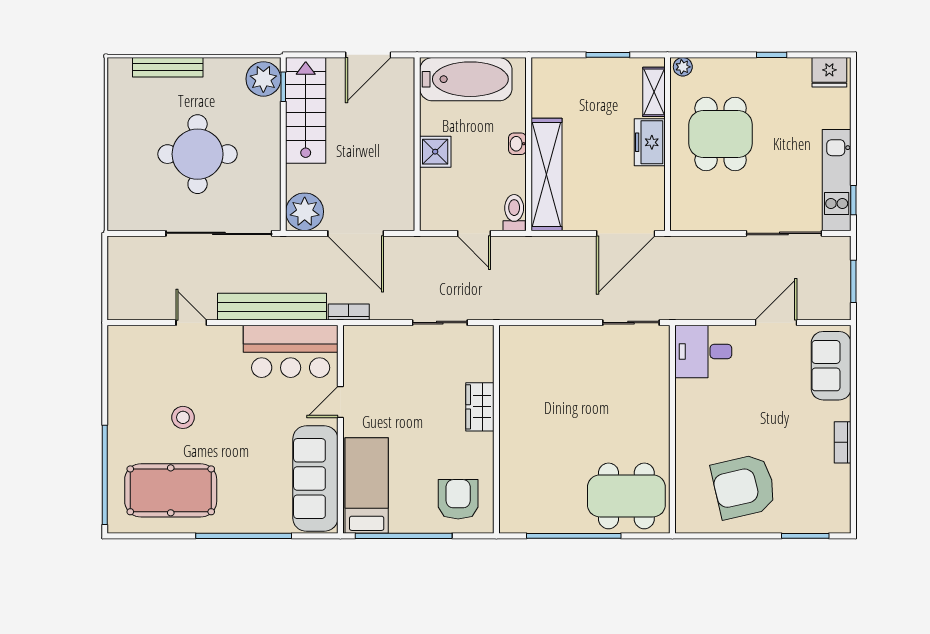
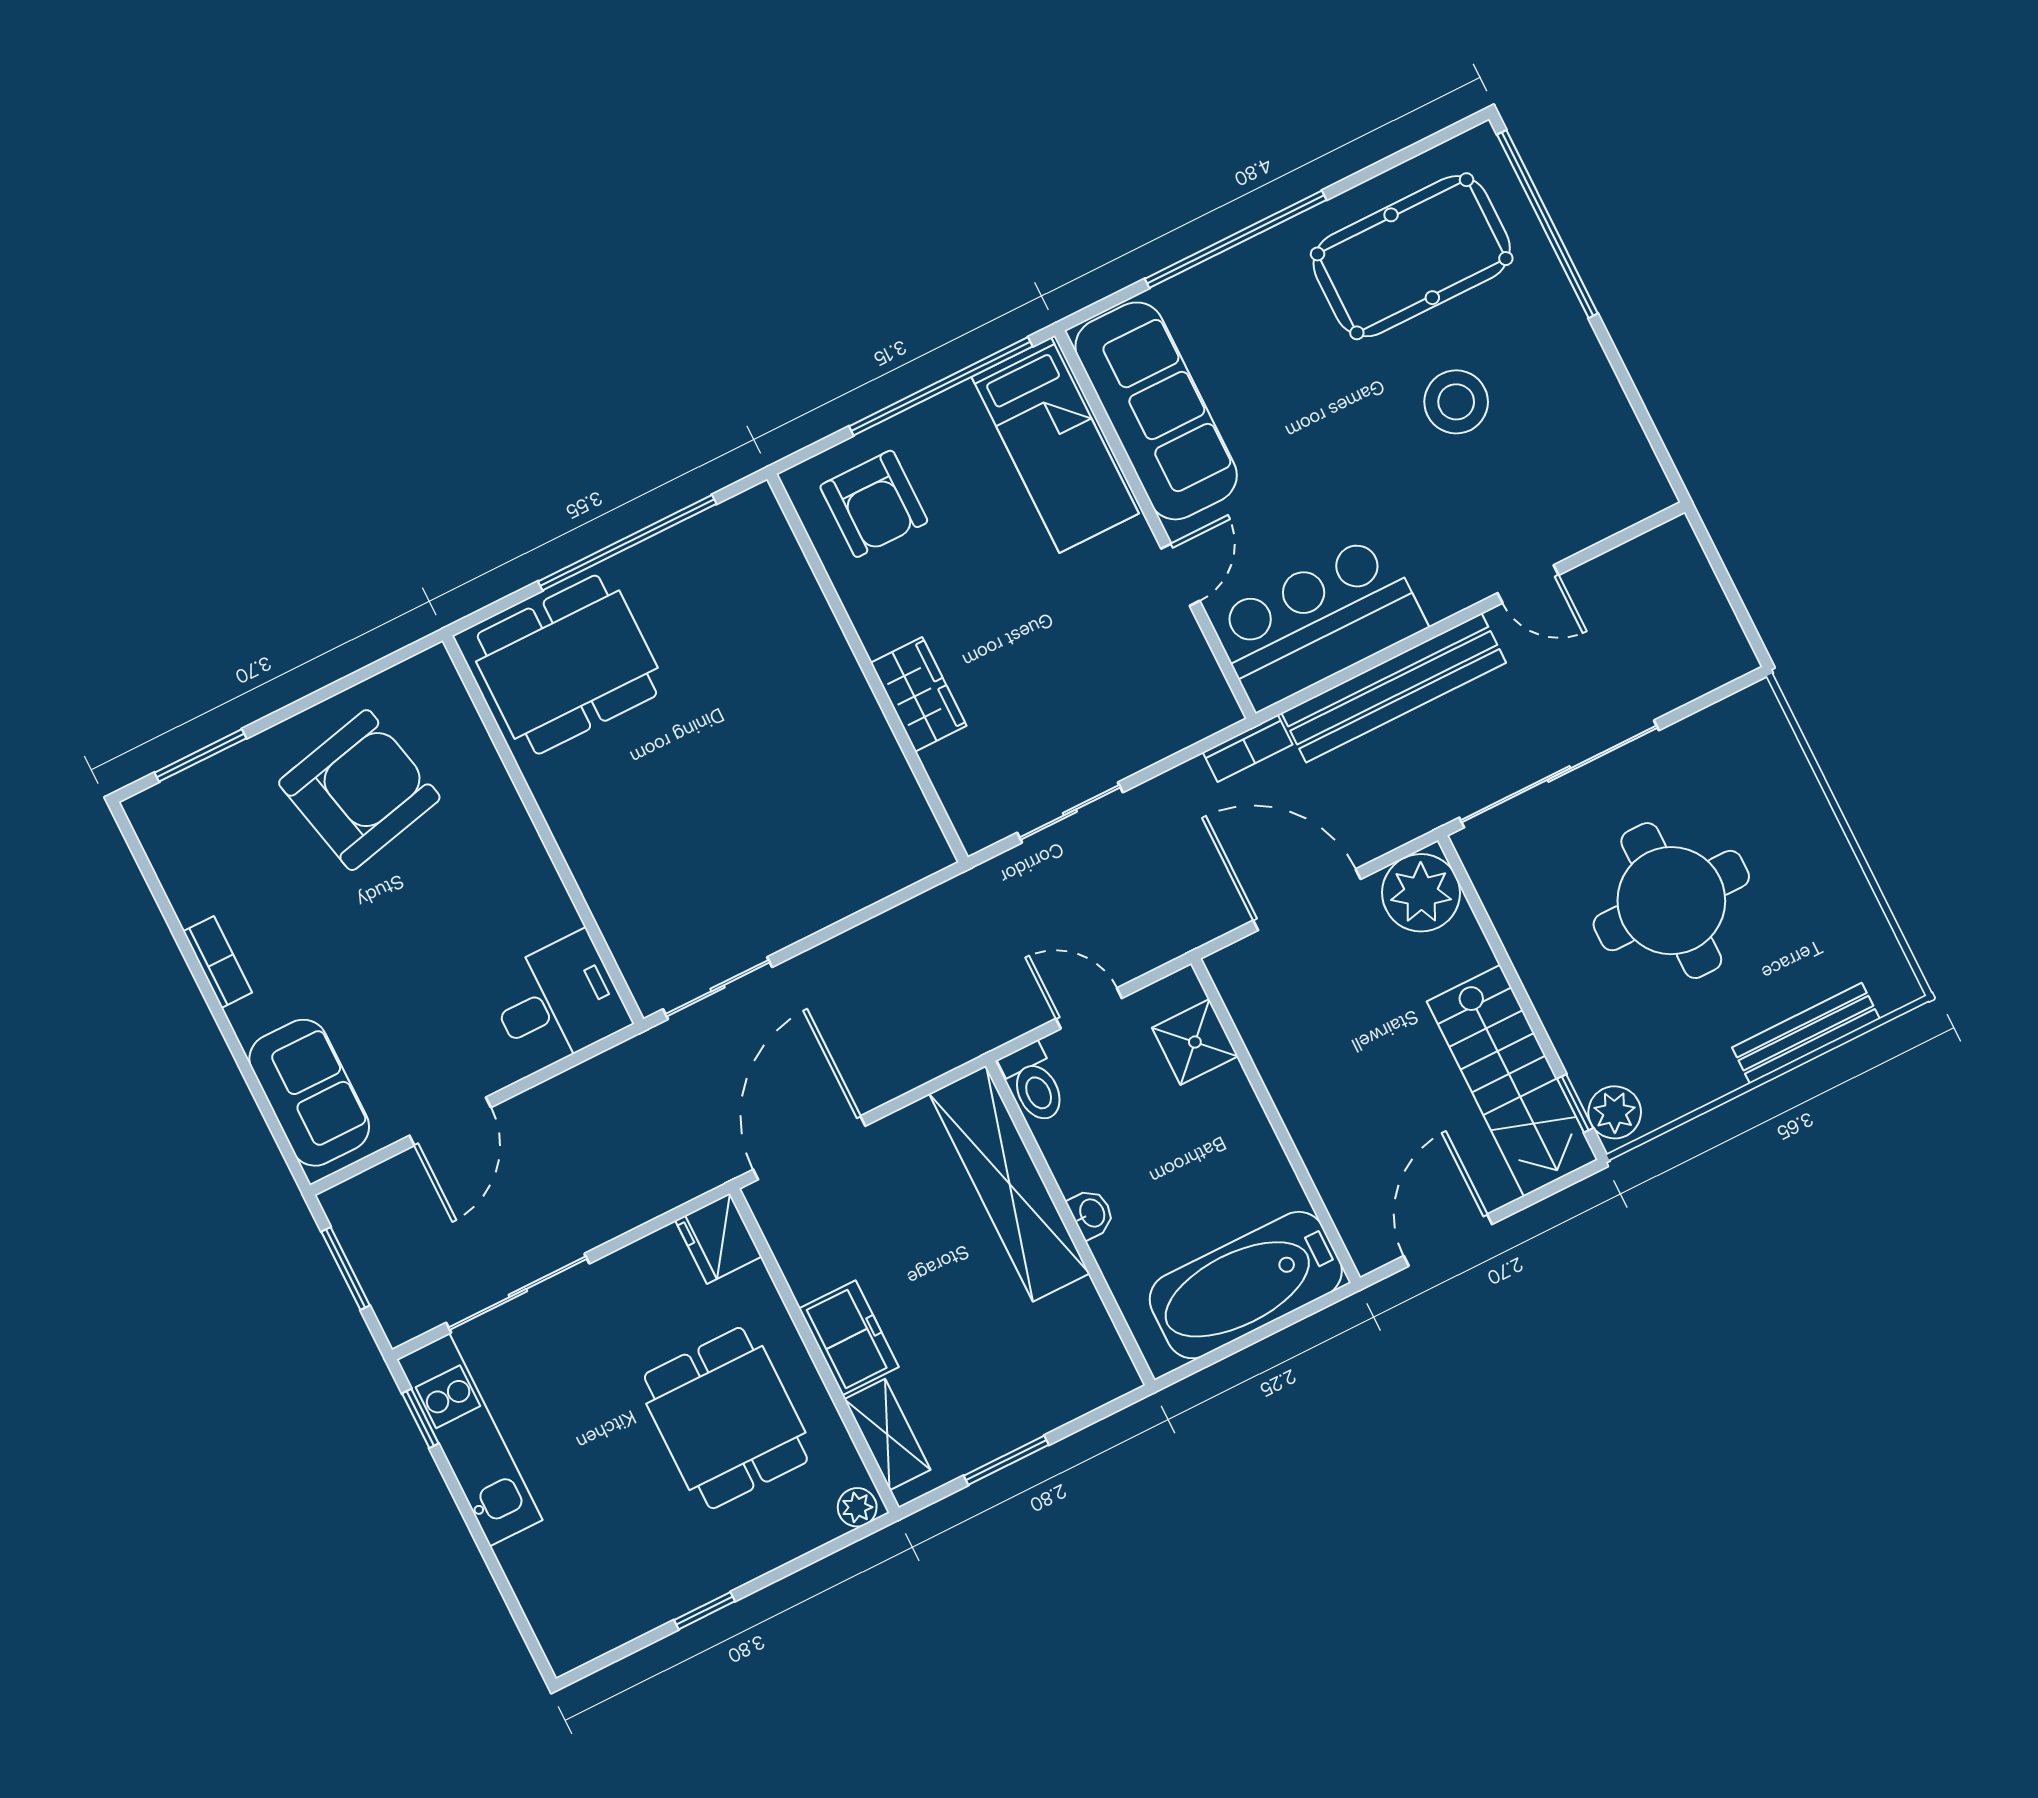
fridge: (829, 72) -> (718, 1239), moved, turned -90
plant: (263, 79) -> (1615, 1112), width x0.73, depth x0.73
shower: (435, 152) -> (1195, 1042), moved
stool: (183, 417) -> (1456, 402), width x1.38, depth x1.38

